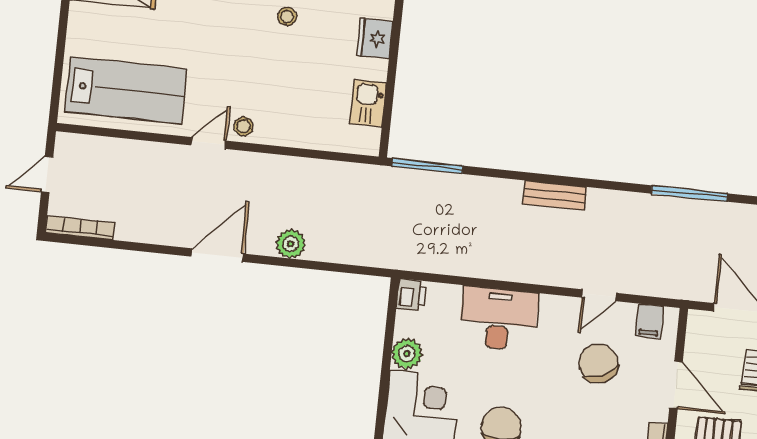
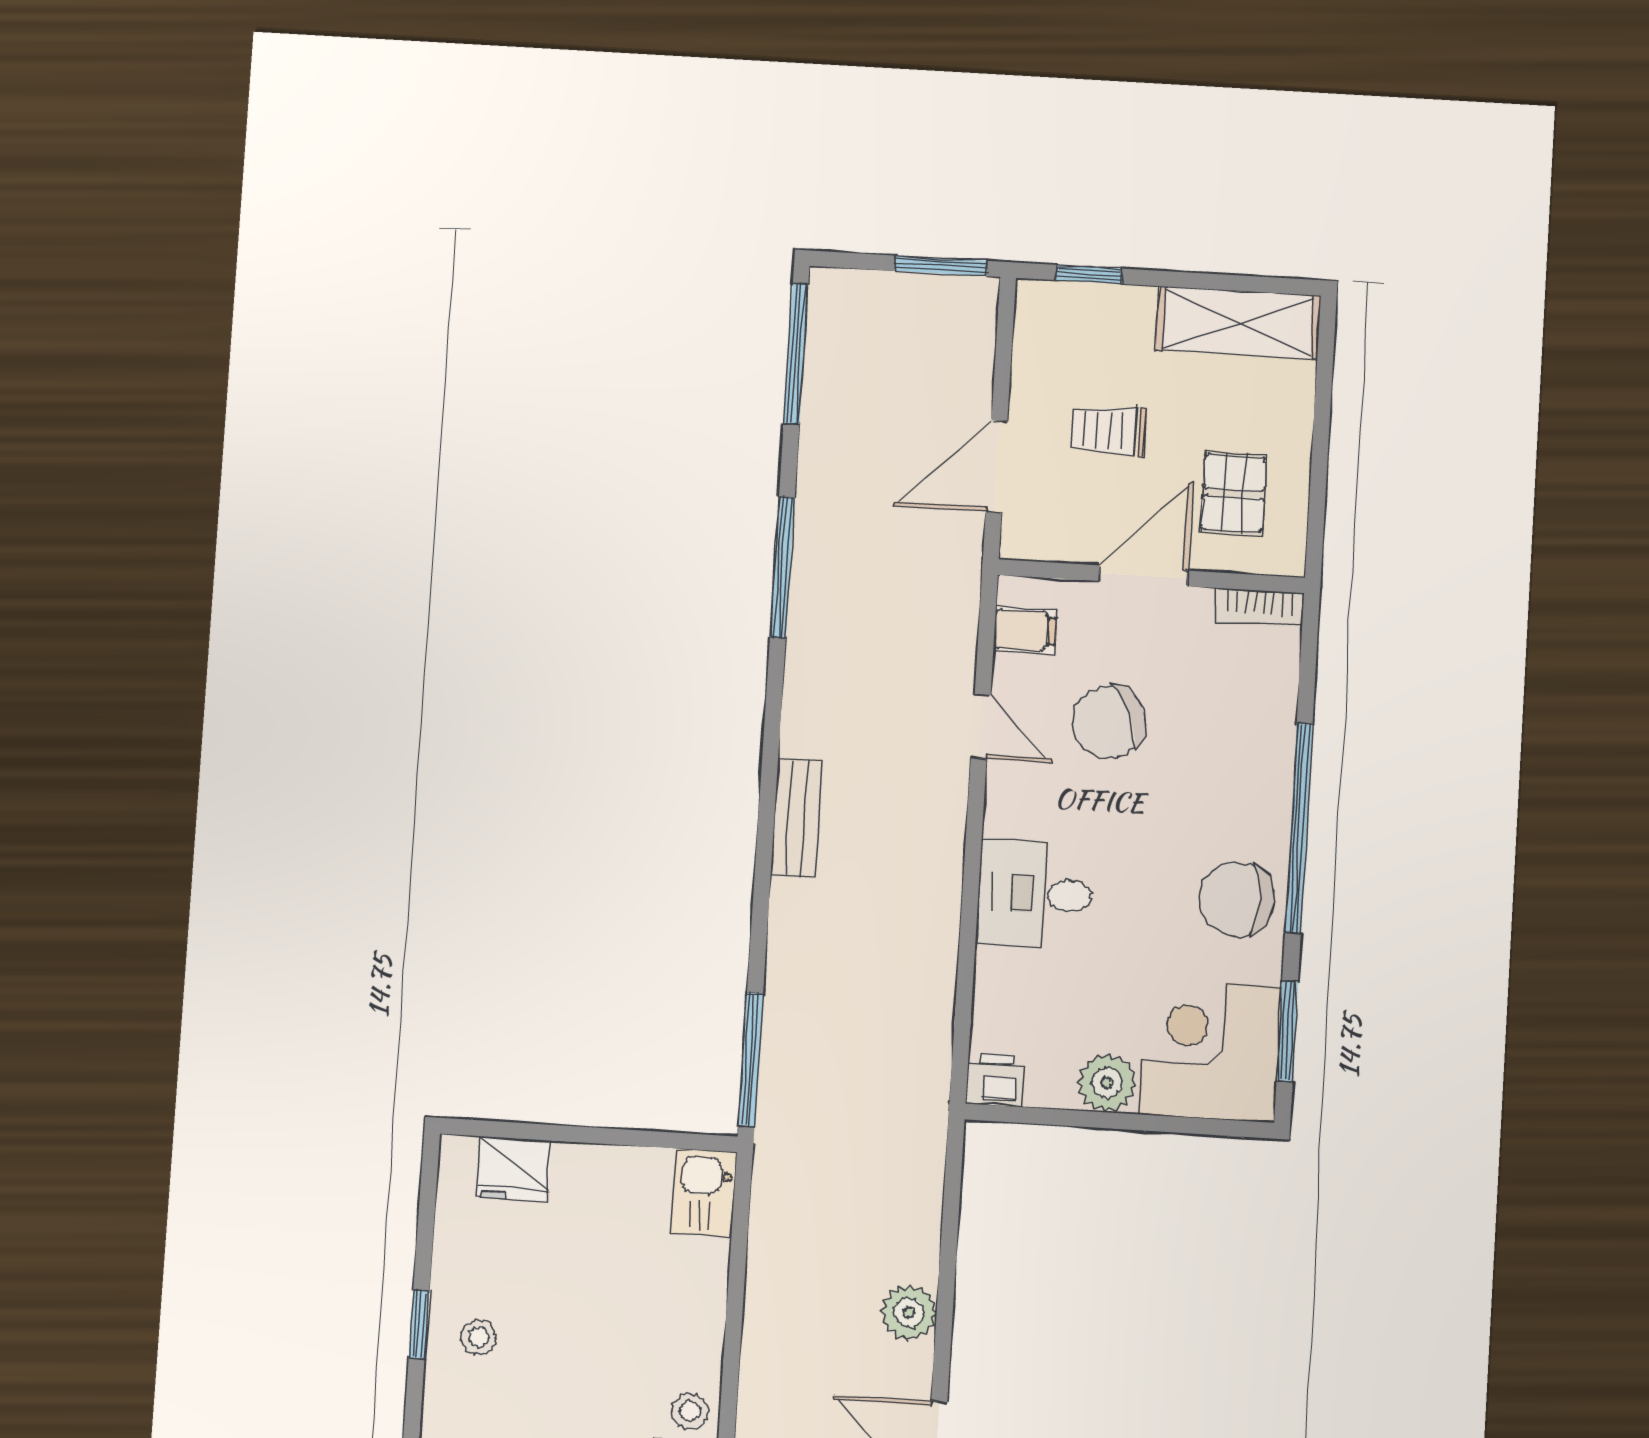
kitchen sink: (368, 103) -> (704, 1192), moved, turned 90
desk: (498, 319) -> (1035, 894), width x0.73

